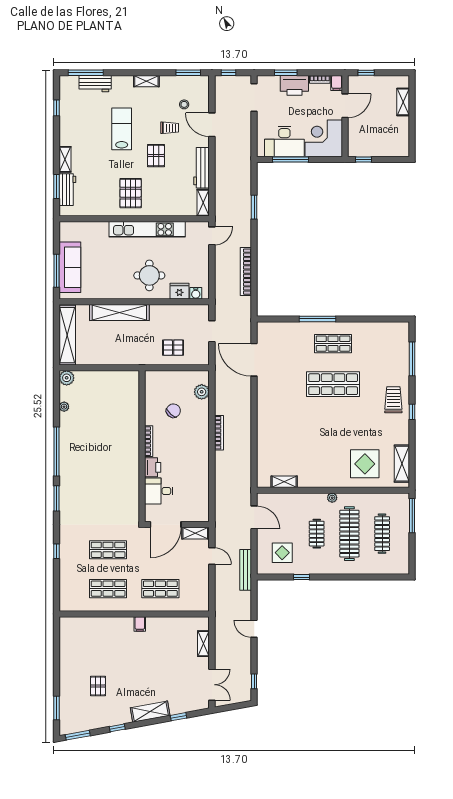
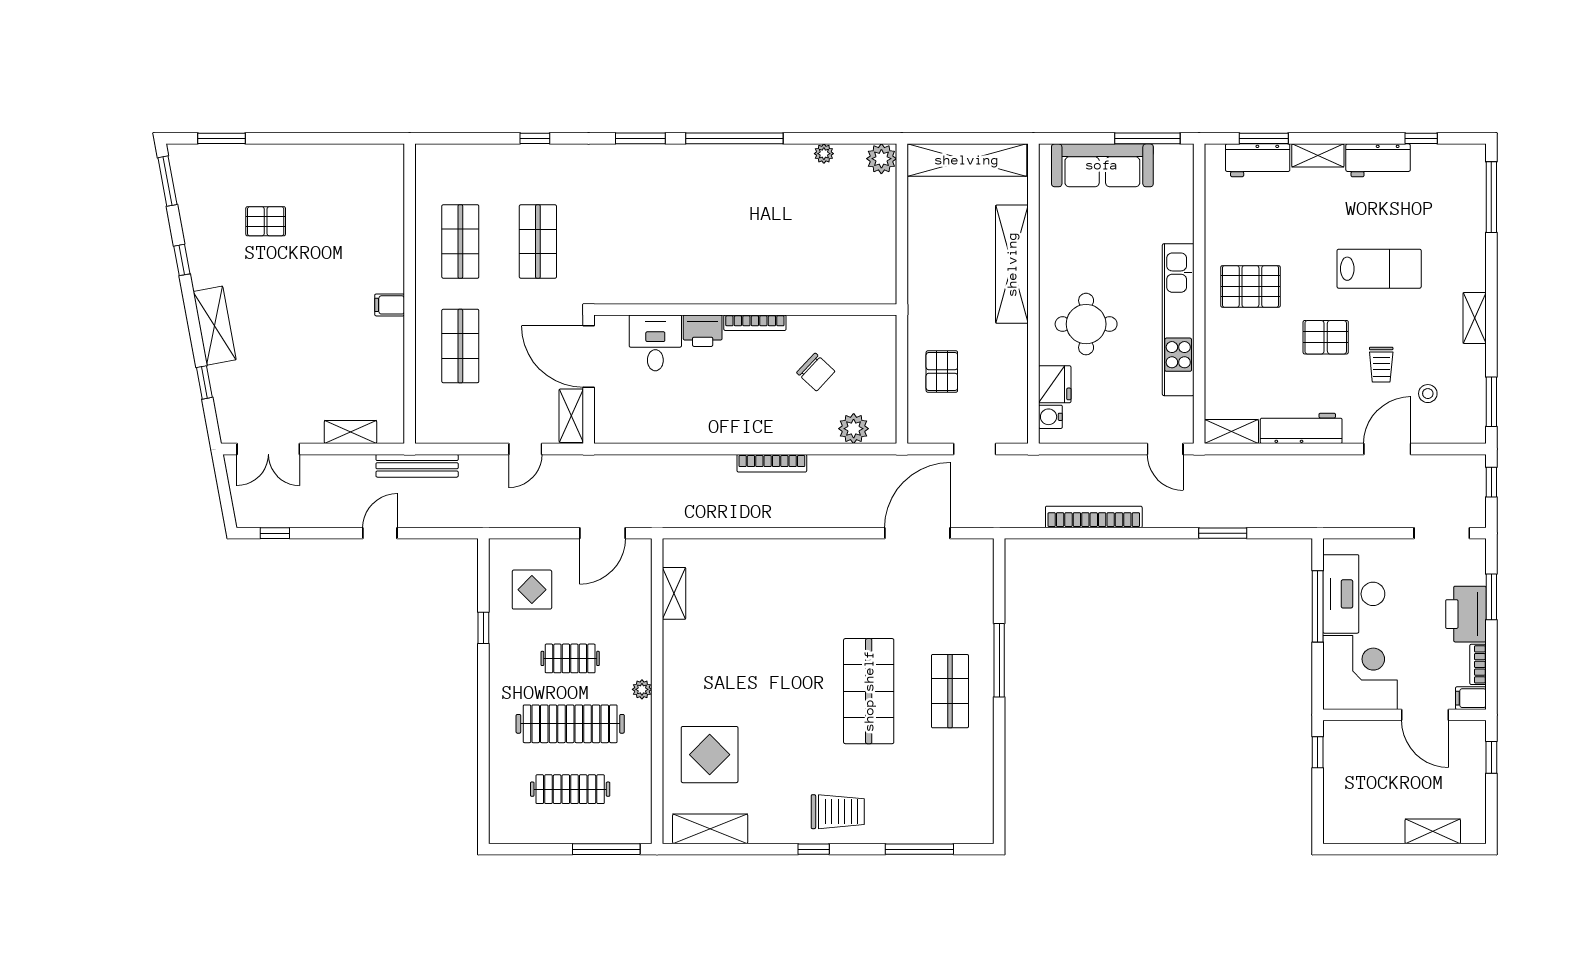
workbench: (95, 84) -> (1378, 160), moved, turned -90
window: (56, 271) -> (1147, 138), moved
bench: (246, 570) -> (417, 466), moved

